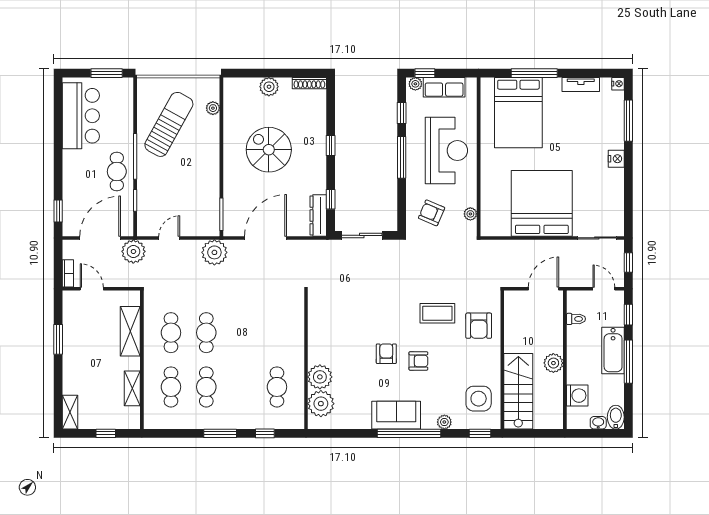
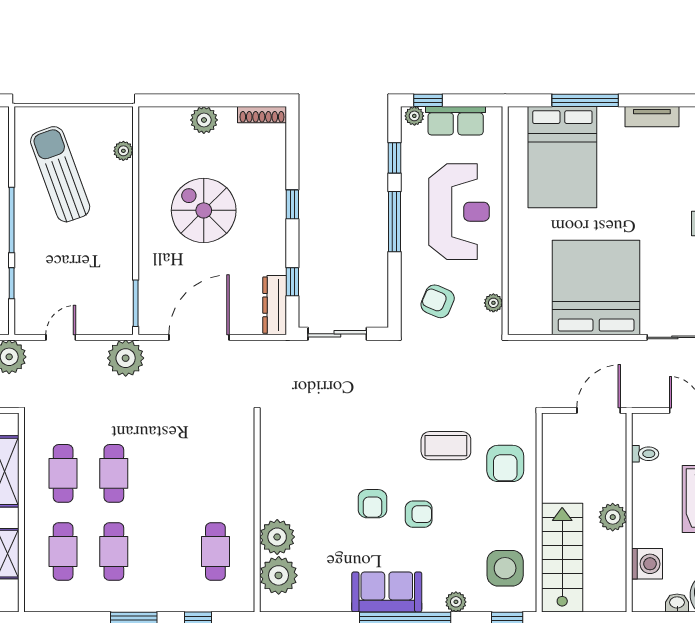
sun lounger: (169, 124) -> (60, 174), turned -49
armchair: (386, 354) -> (373, 504), turned 180

